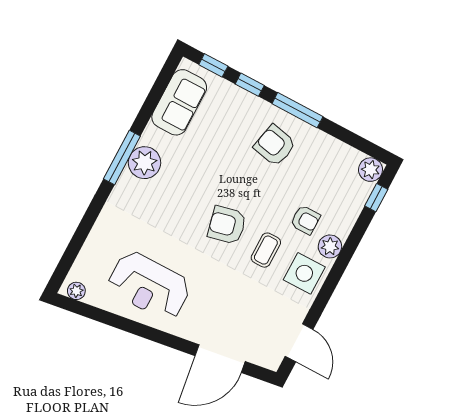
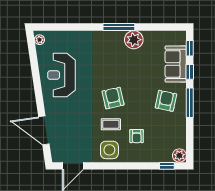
sofa: (179, 102) -> (176, 64), moved, turned 90
plant: (145, 163) -> (134, 40), moved
plant: (330, 246) -> (130, 156), removed

